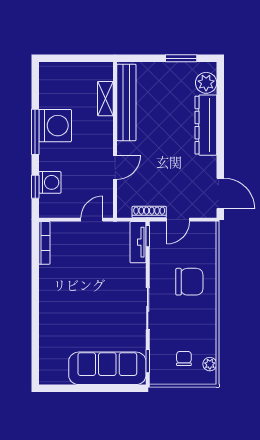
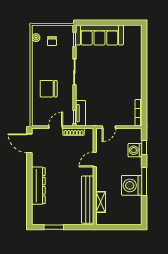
plant: (206, 83) -> (38, 212), removed

